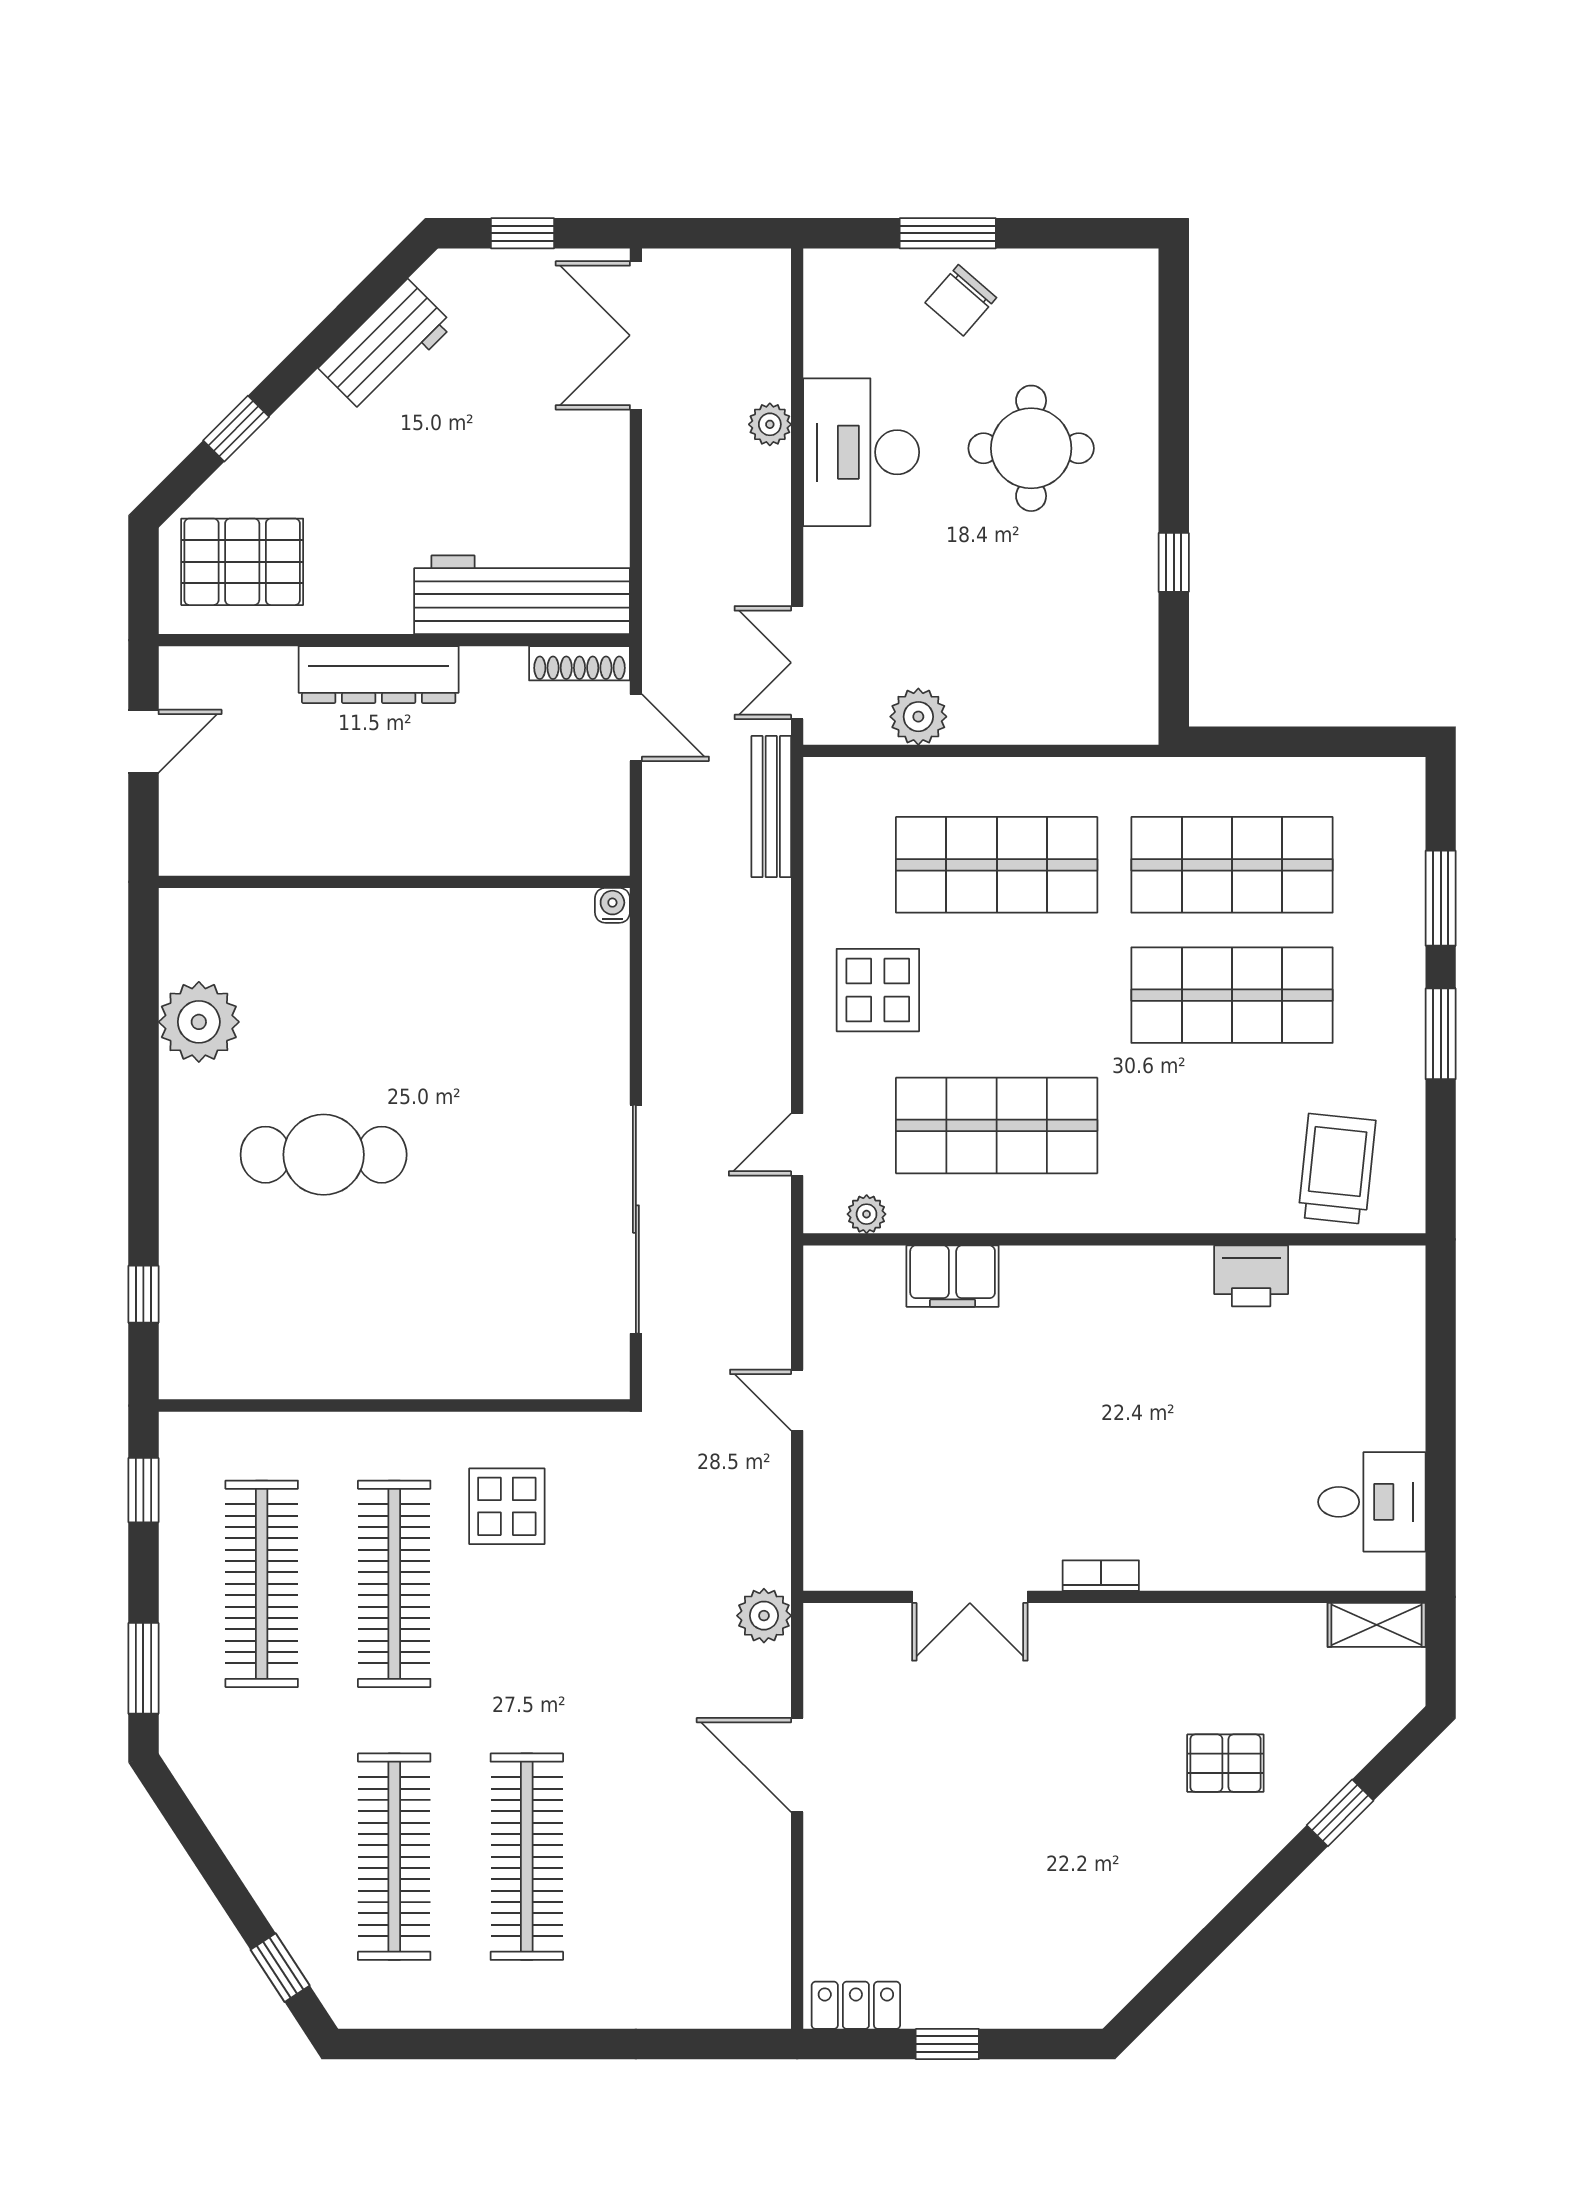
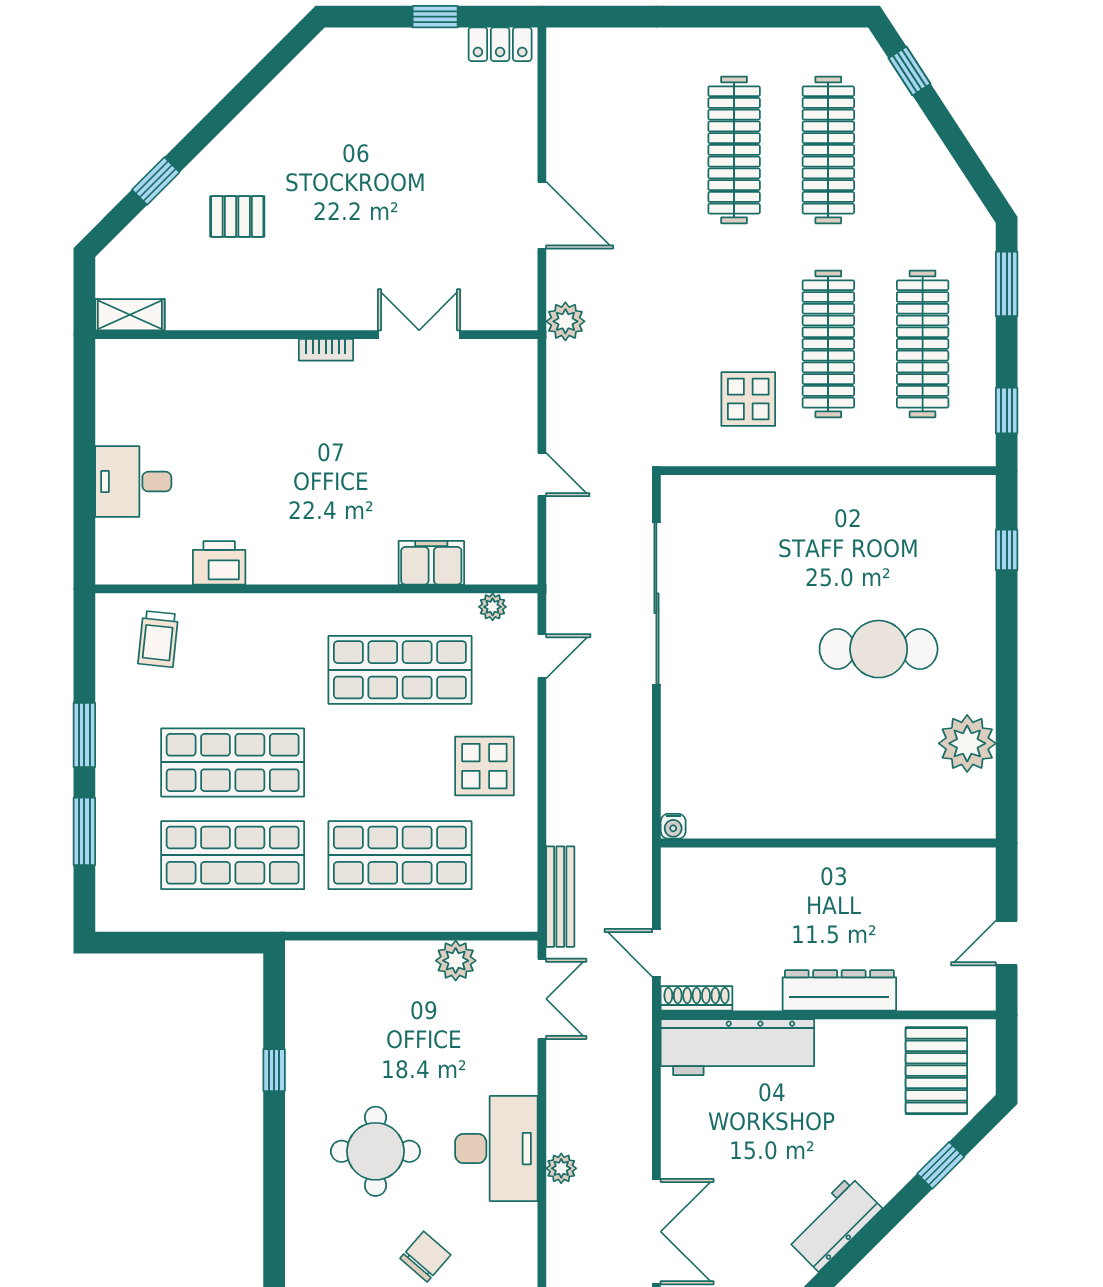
pallet: (242, 562) -> (936, 1071), turned 90
trolley: (1337, 1169) -> (158, 639), width x0.73, depth x0.72
desk: (1372, 1502) -> (133, 482), moved

